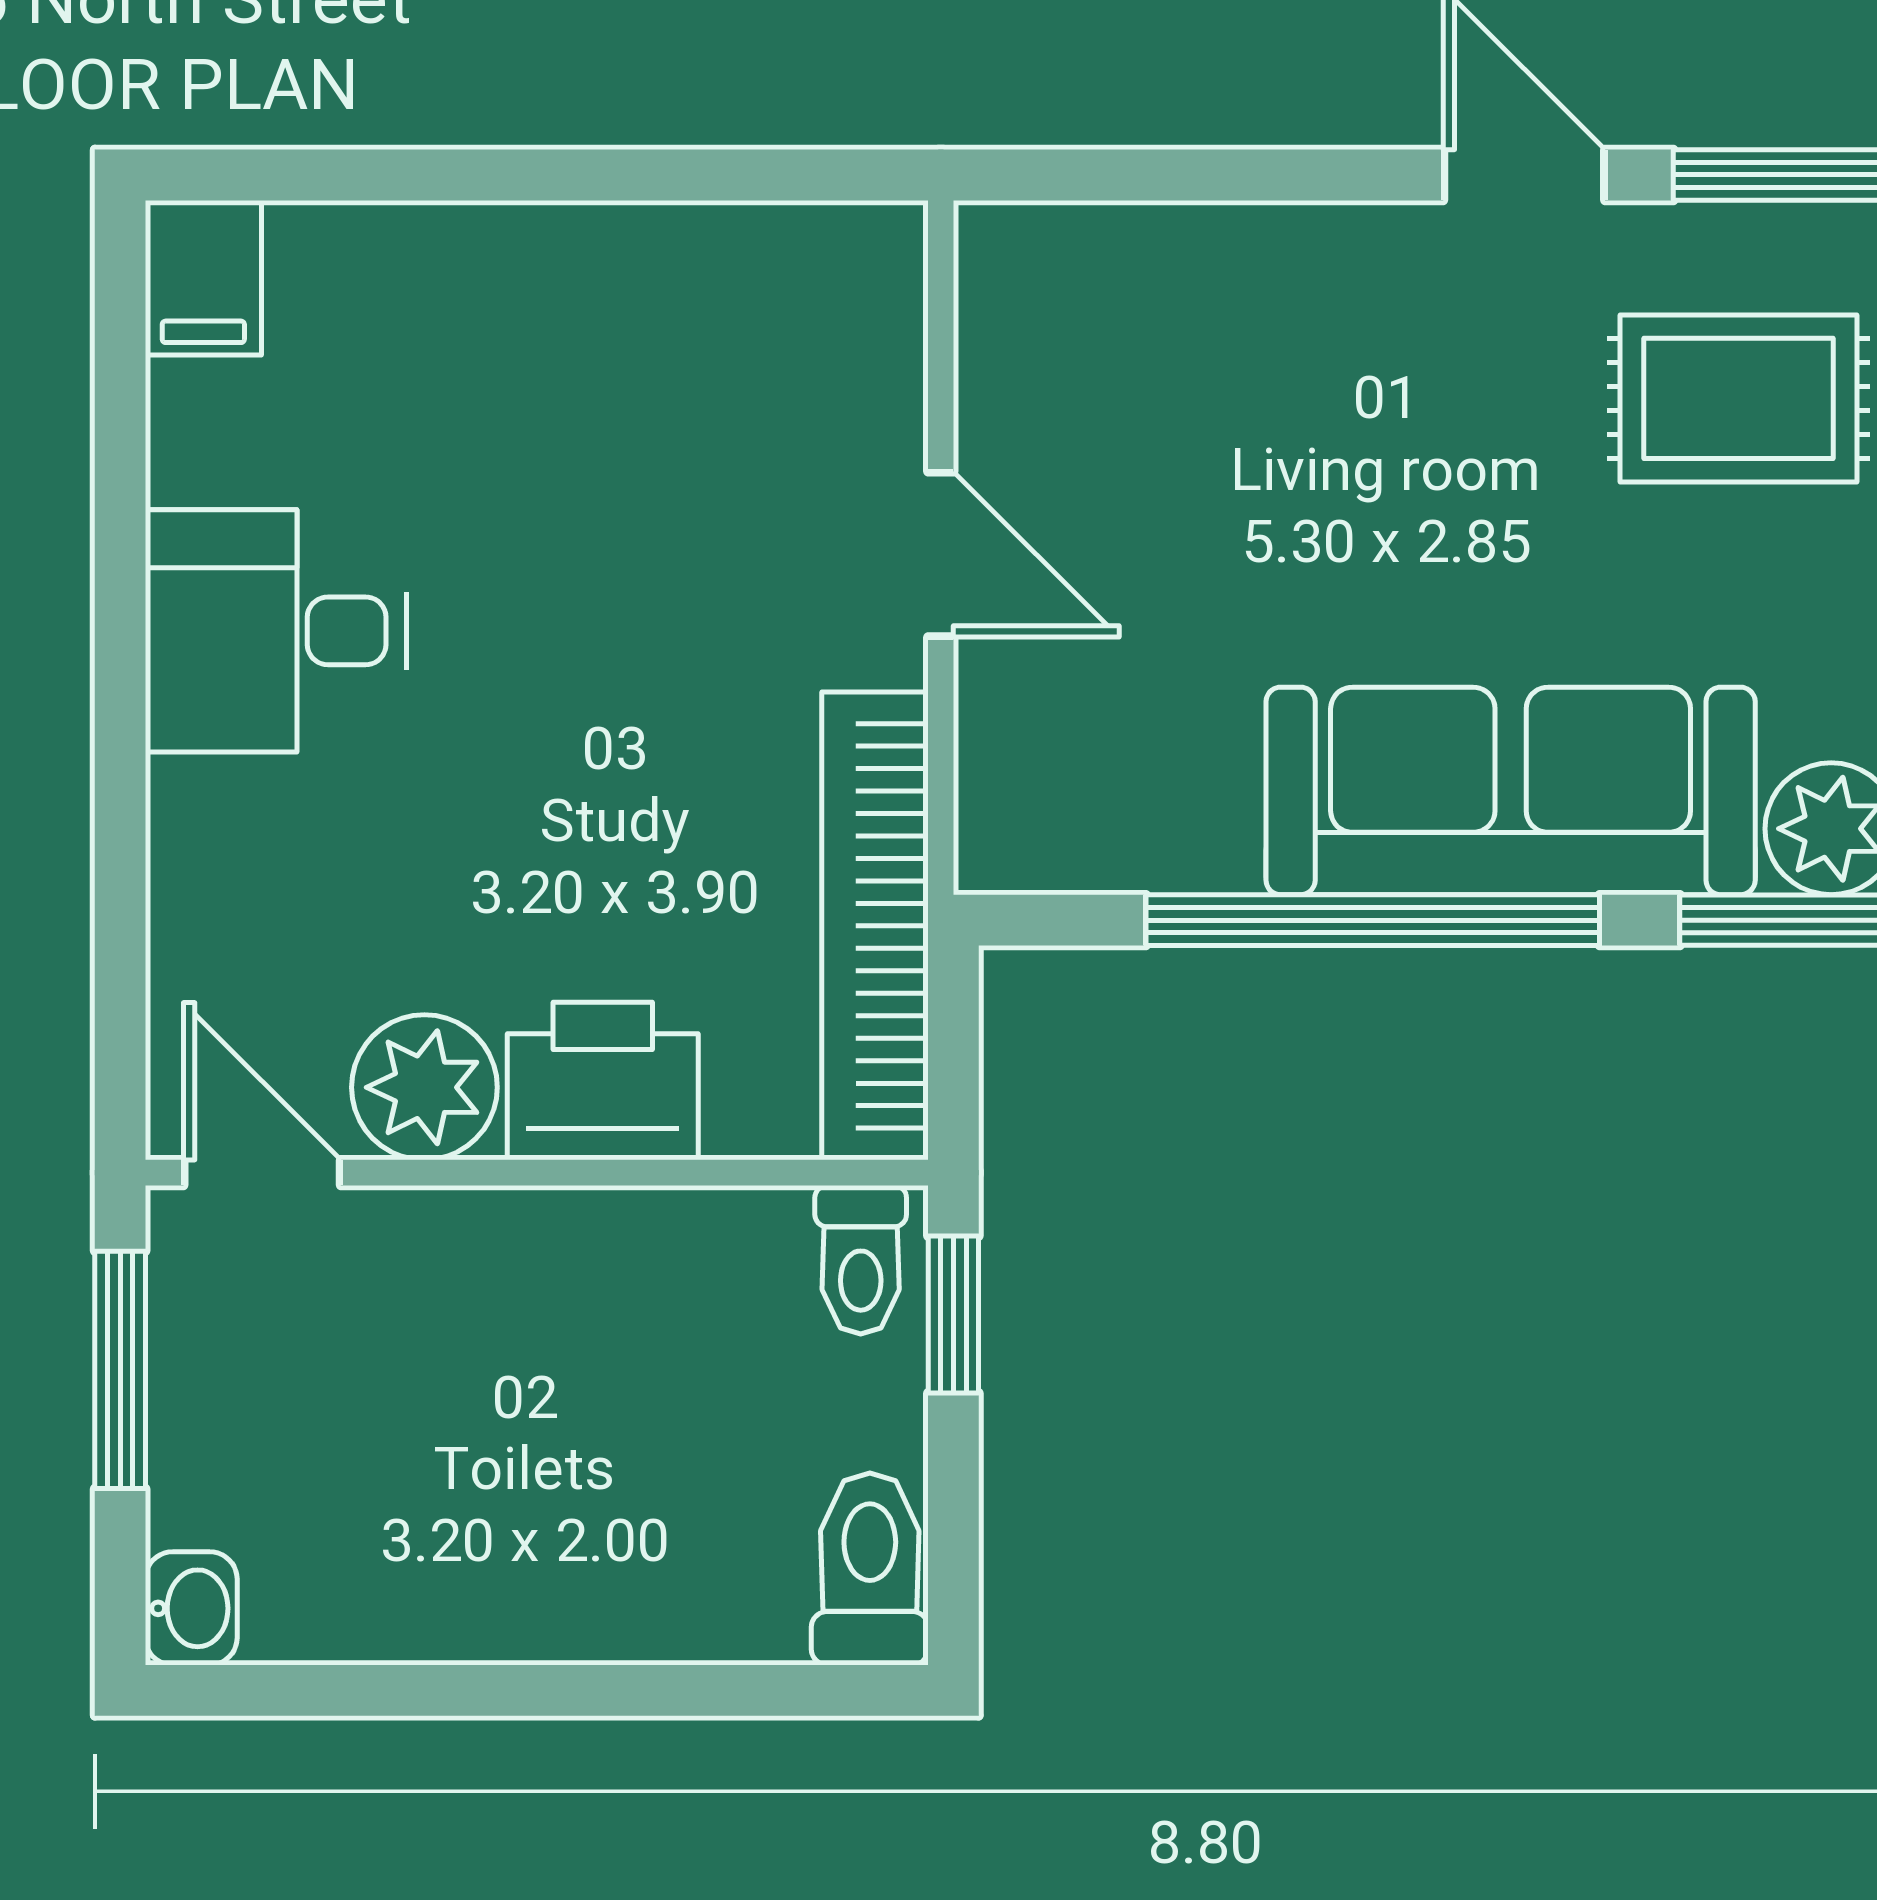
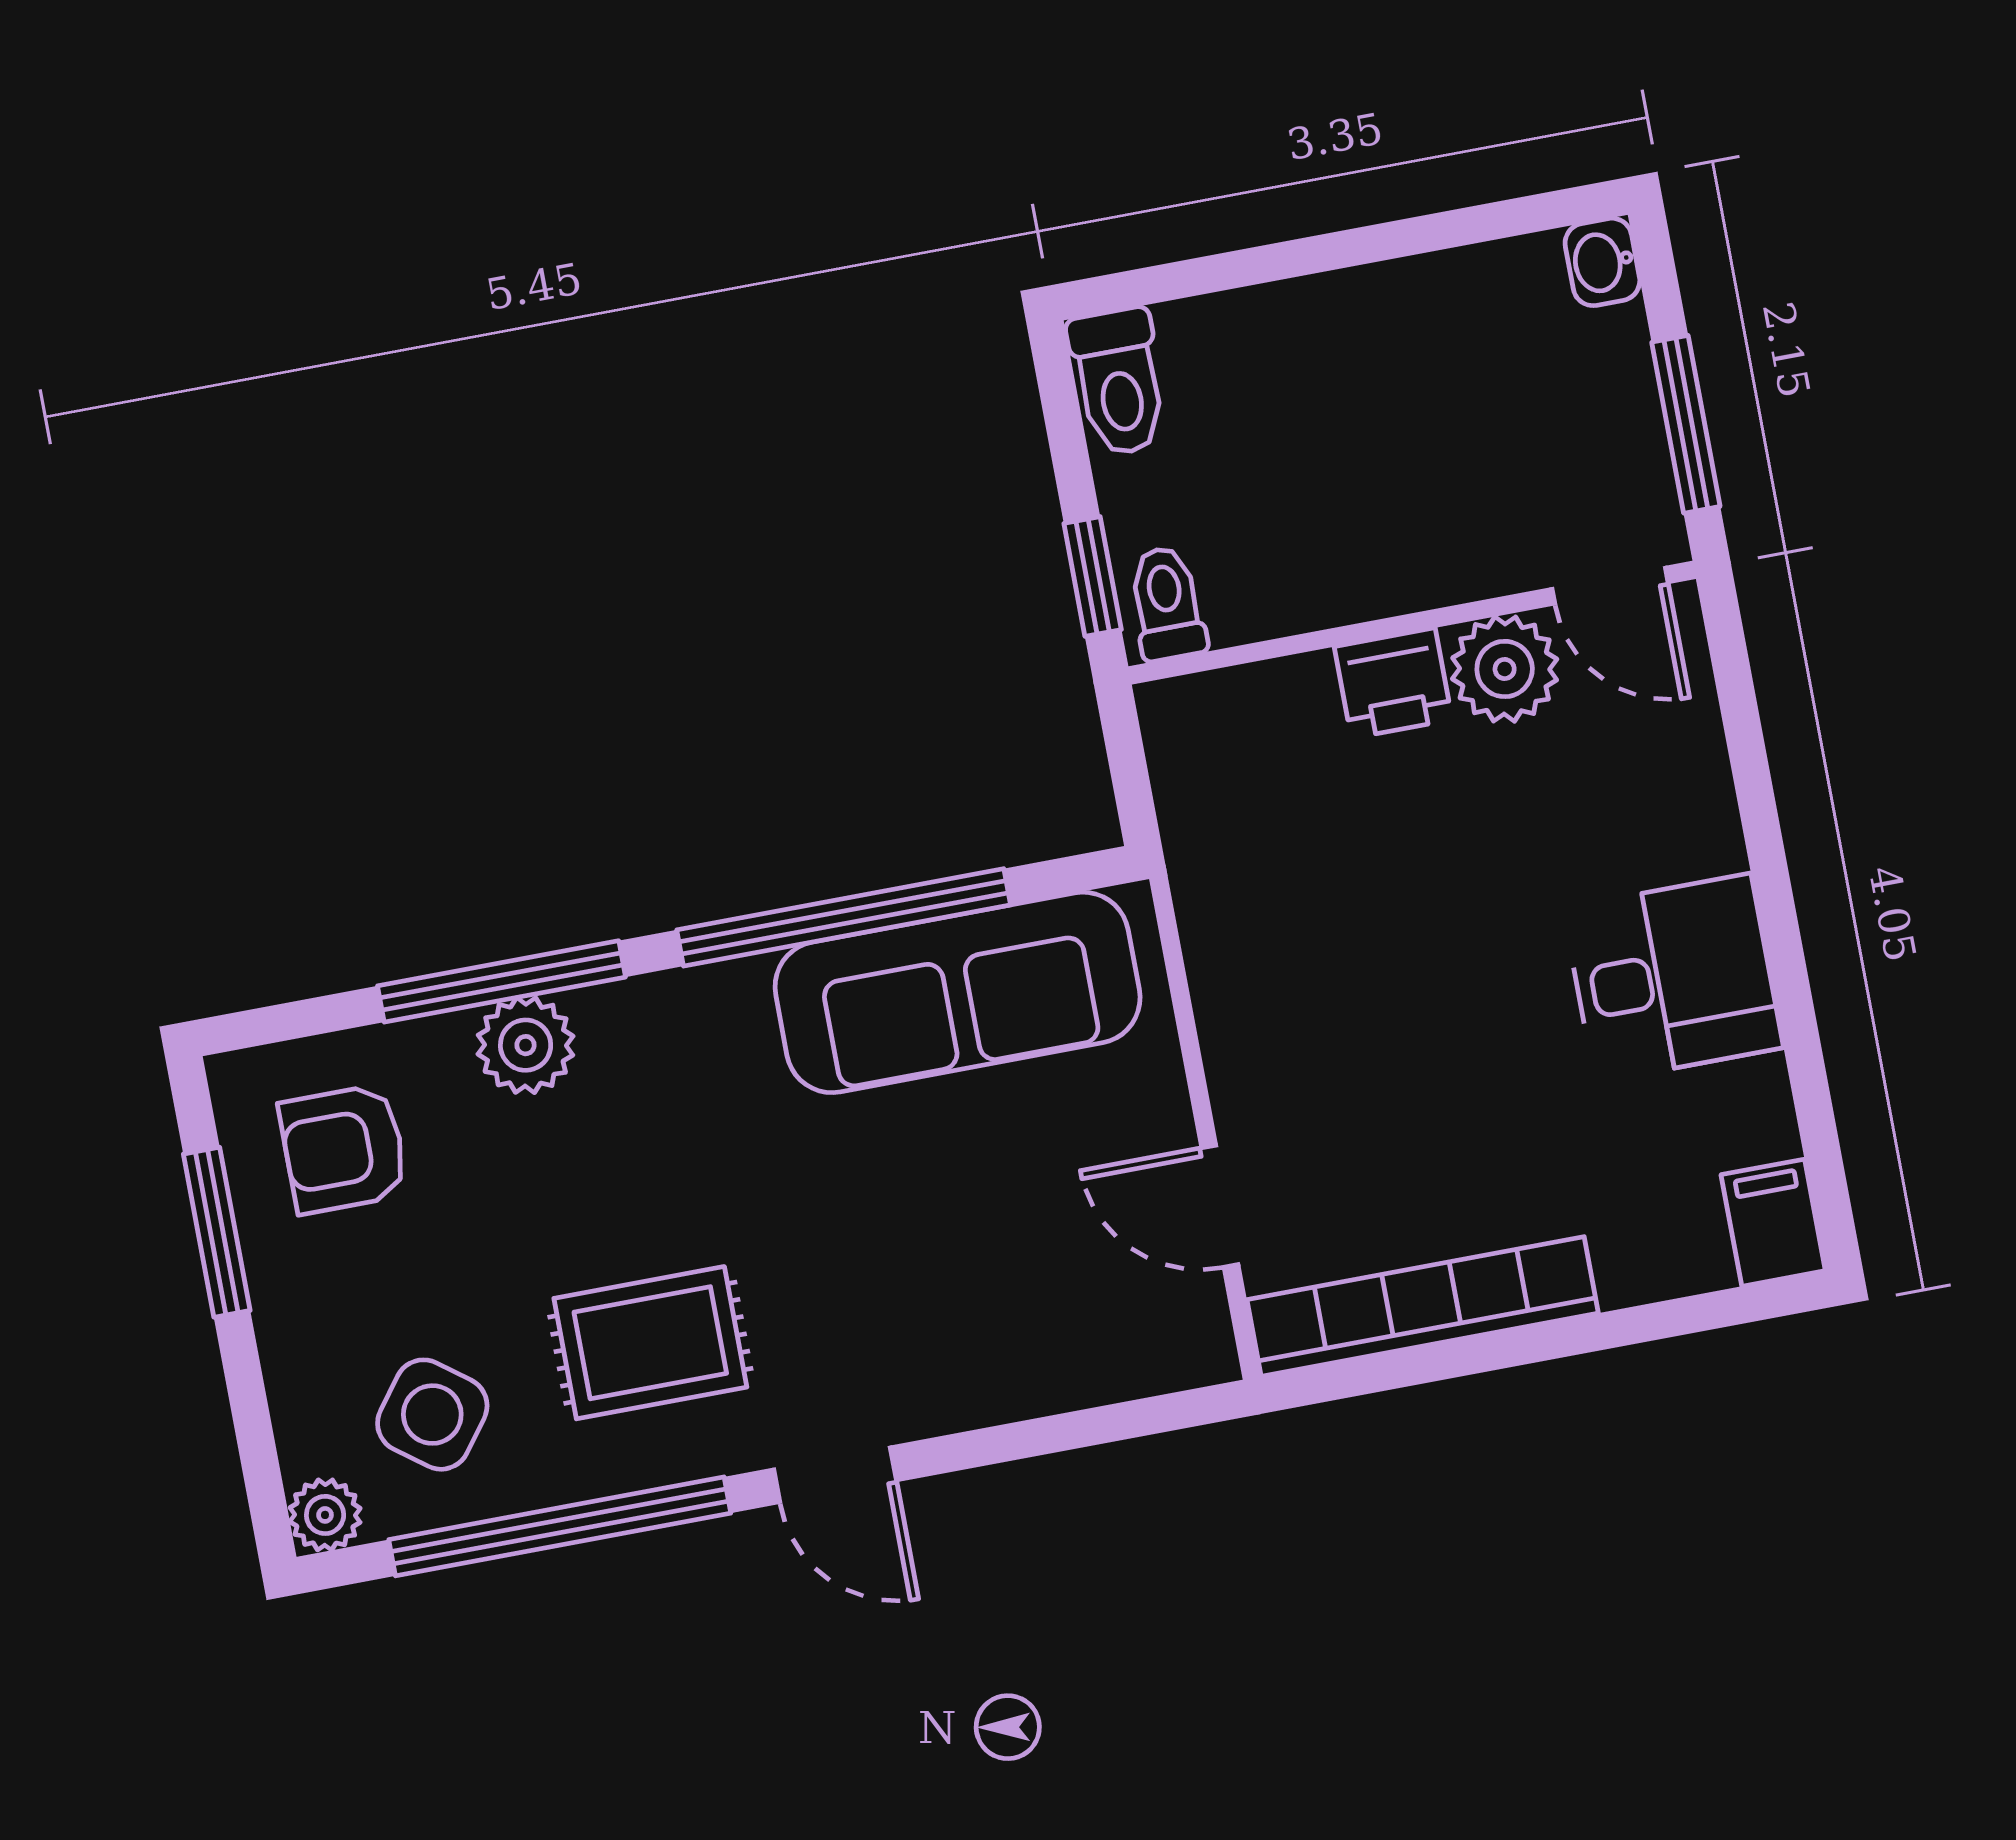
door: (941, 554) -> (1220, 1206), moved
sofa: (1511, 791) -> (958, 992), moved
bookcase: (875, 926) -> (1423, 1306), moved, turned -90
printer: (603, 1081) -> (1393, 683), width x0.73, depth x0.81

